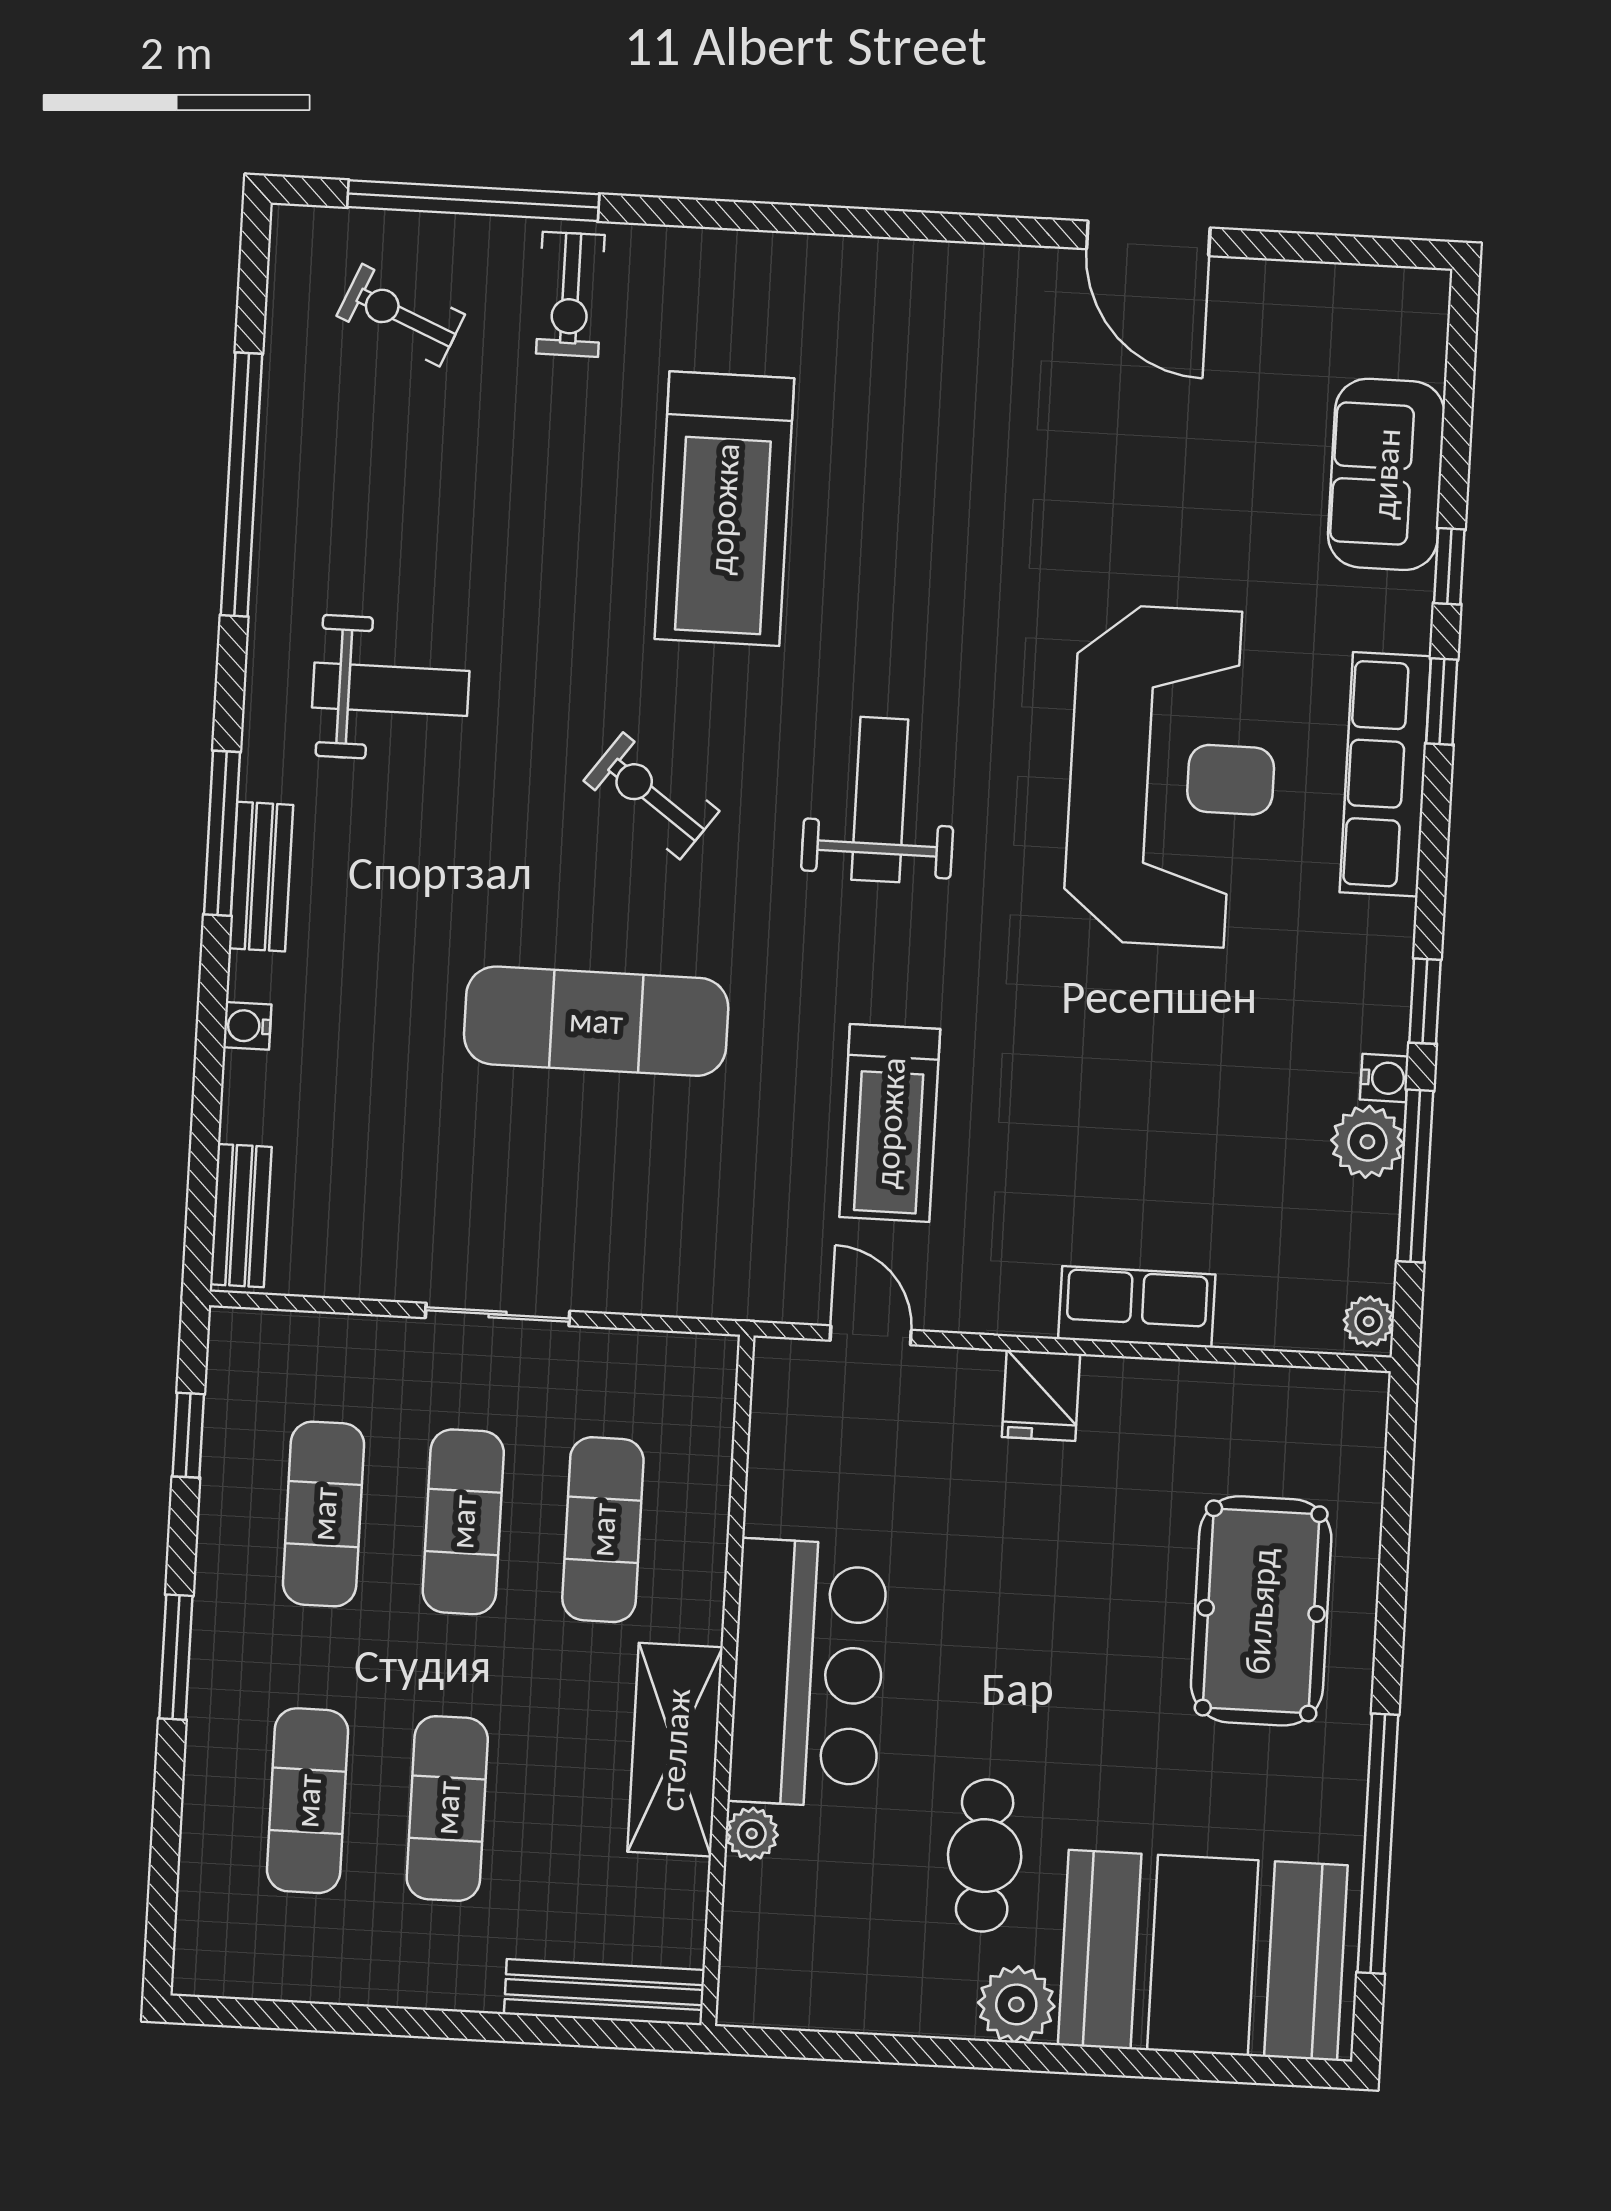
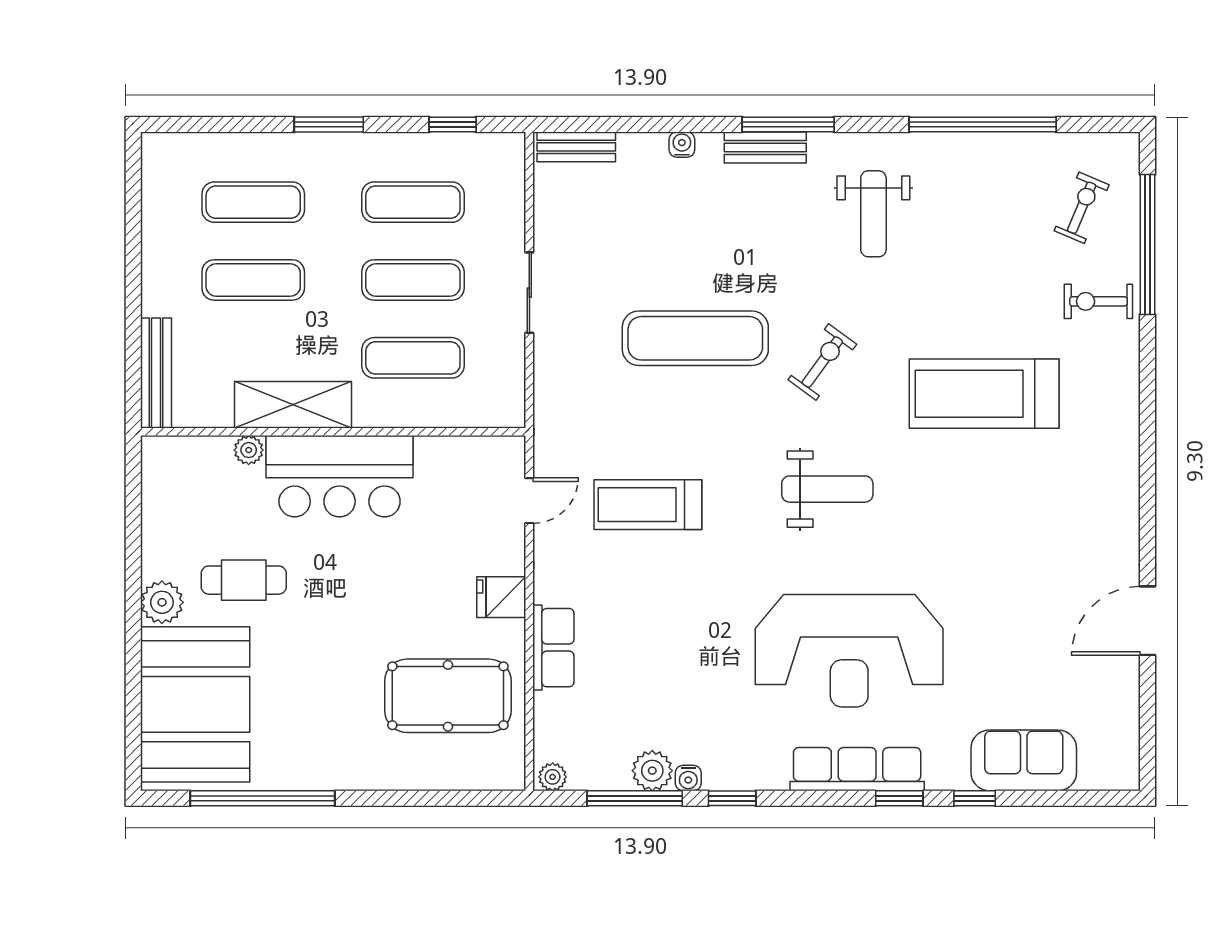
exercise mat: (596, 1021) -> (695, 338), turned 90
pool table: (1261, 1611) -> (448, 696), moved

